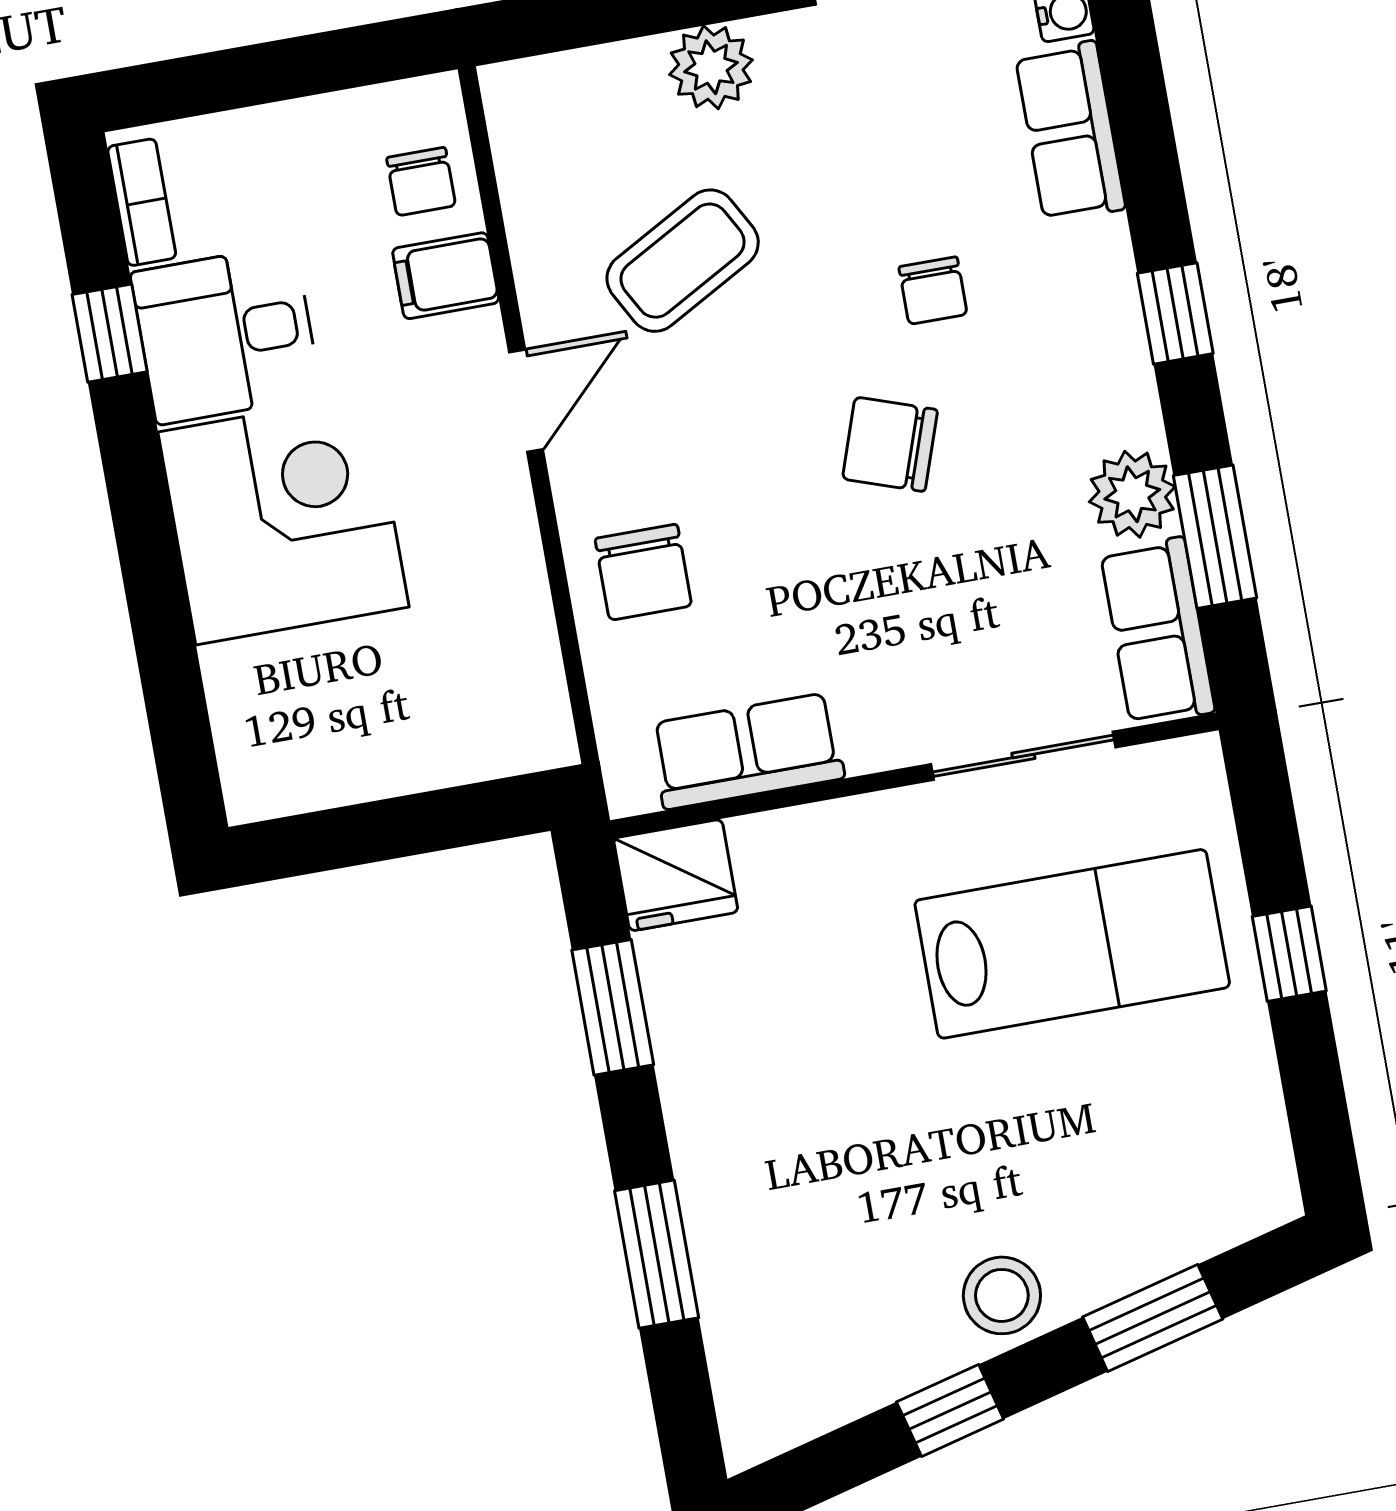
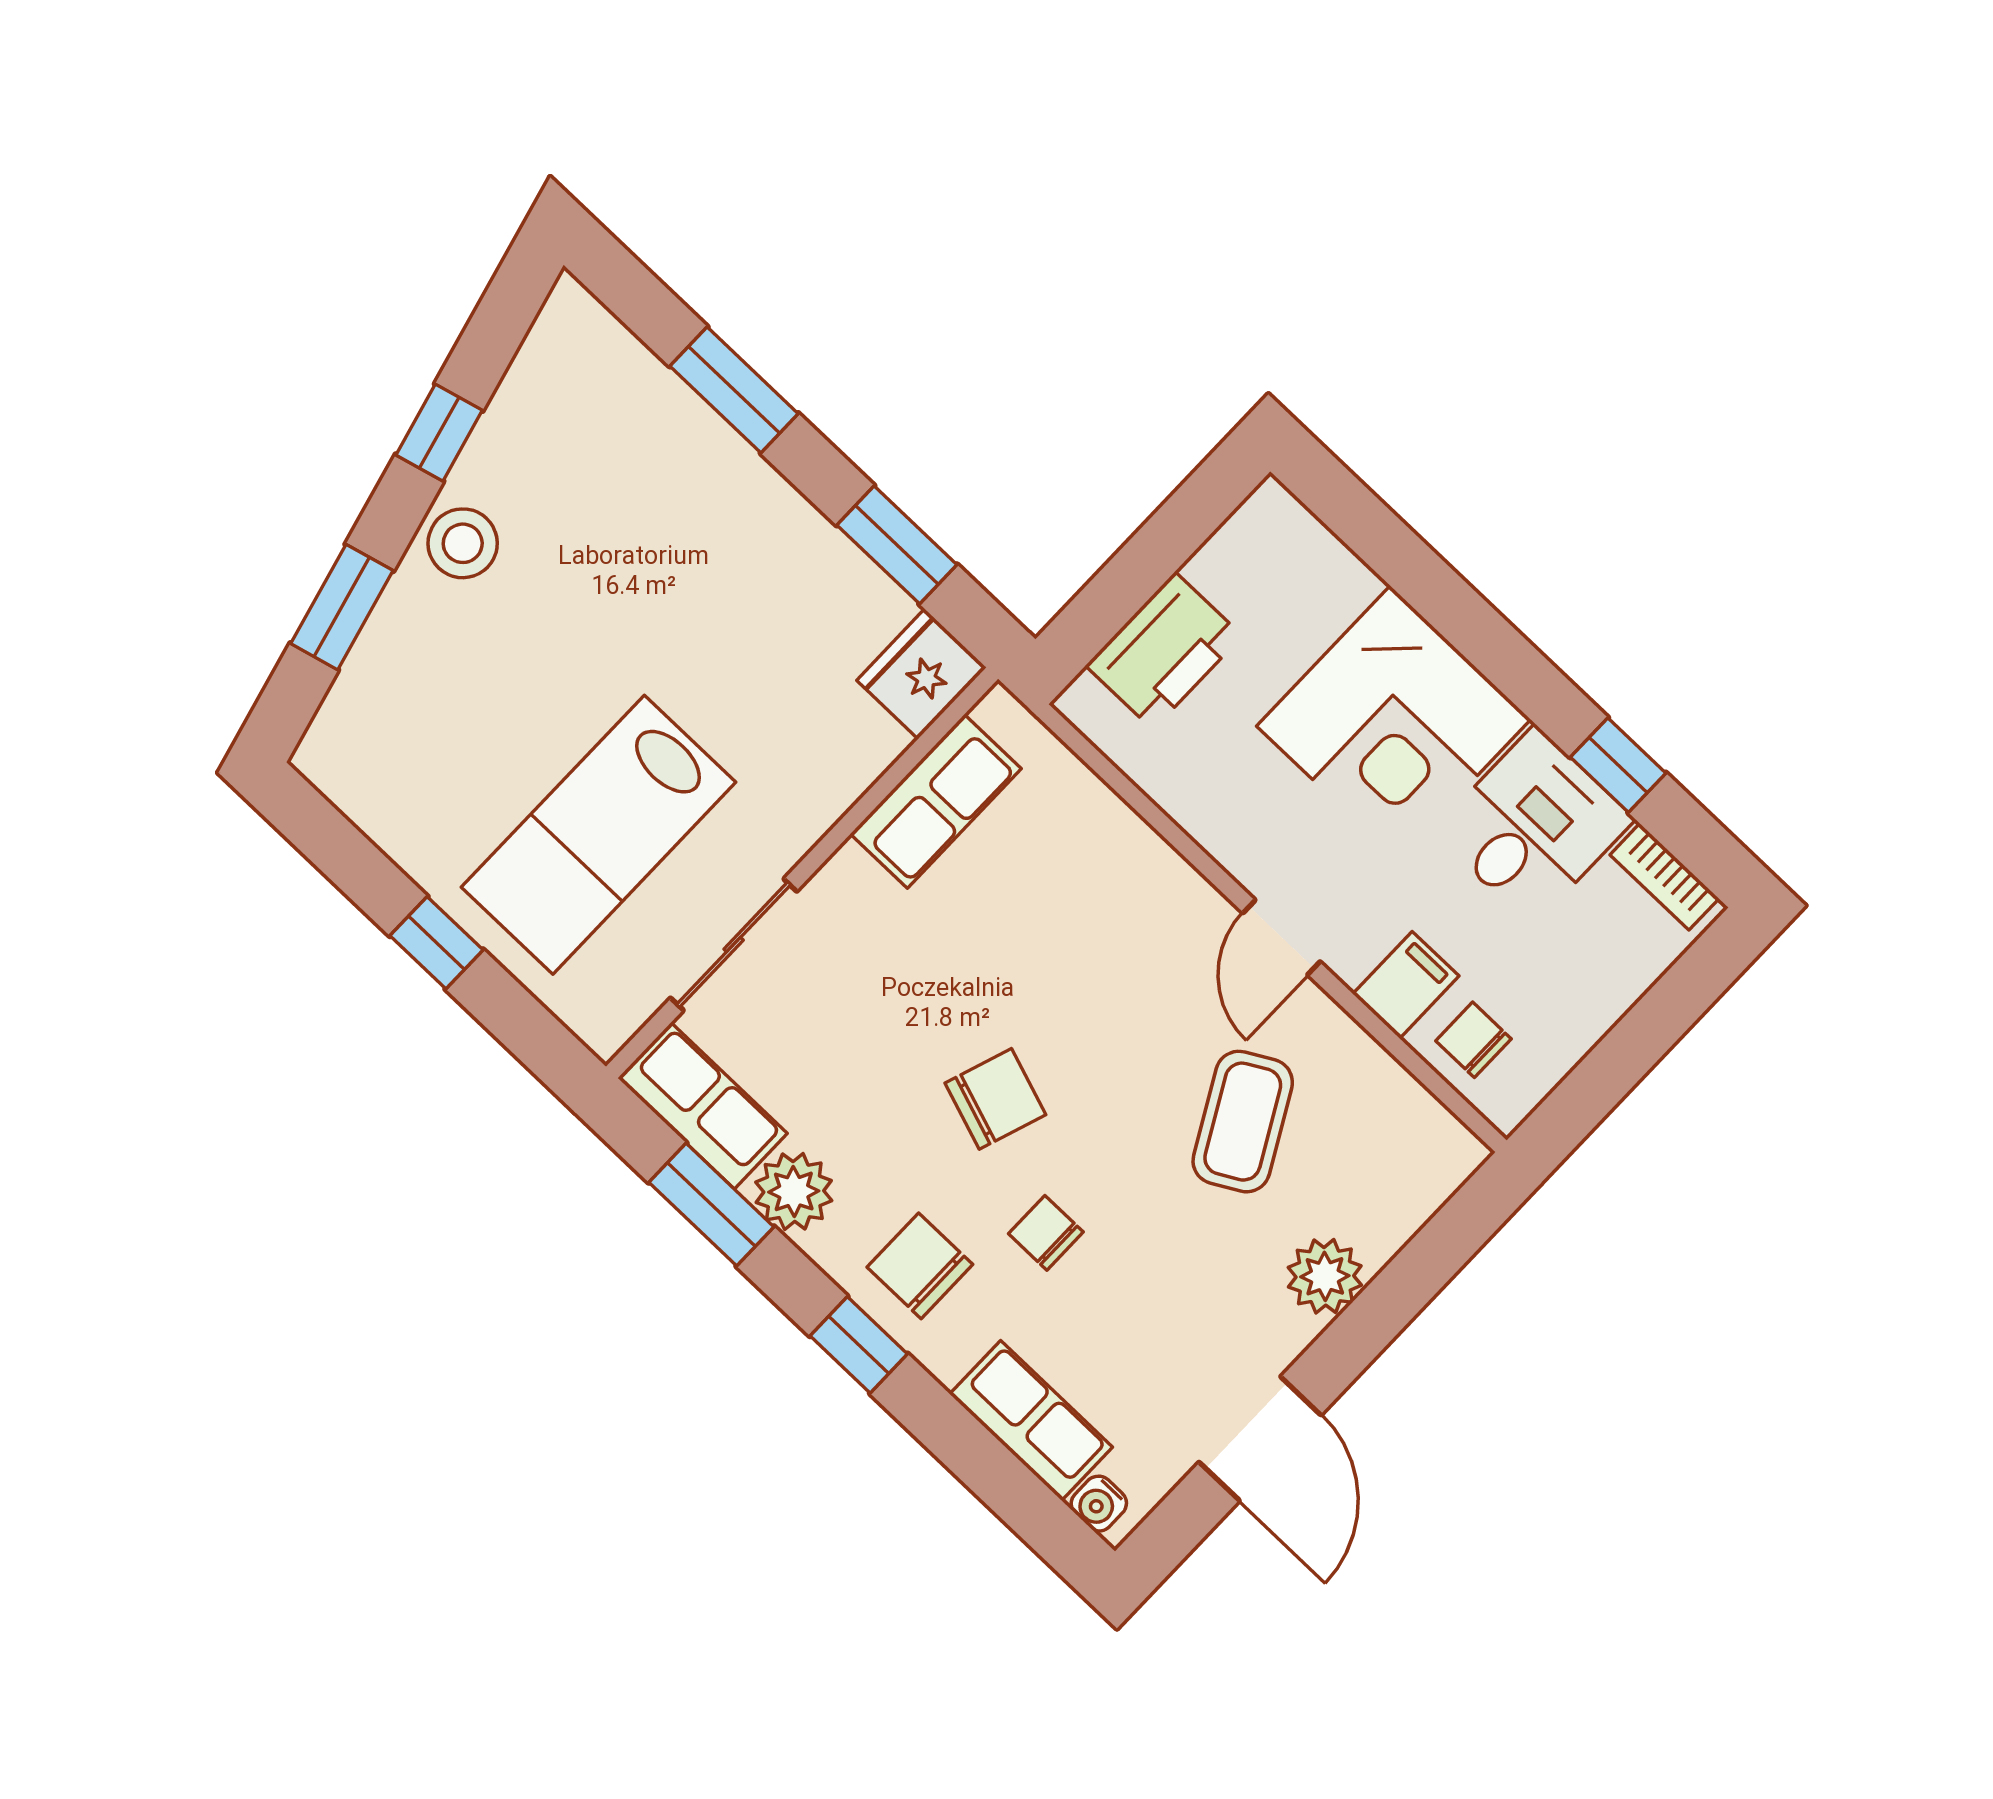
chair: (643, 572) -> (920, 1266), moved
printer: (442, 736) -> (1164, 651), added

